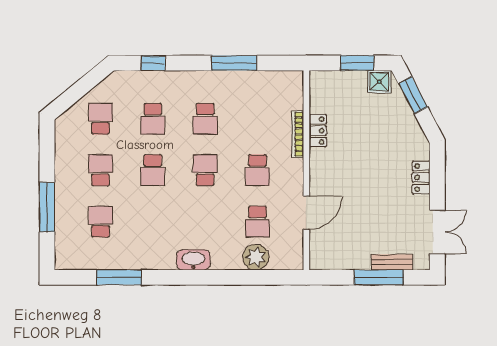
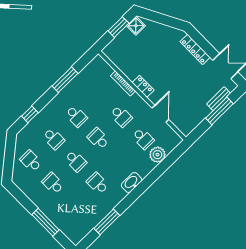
window: (413, 95) -> (156, 17), removed
locker: (318, 131) -> (143, 86), moved
locker: (421, 178) -> (195, 49), width x1.53
school desk: (100, 222) -> (98, 183), moved

